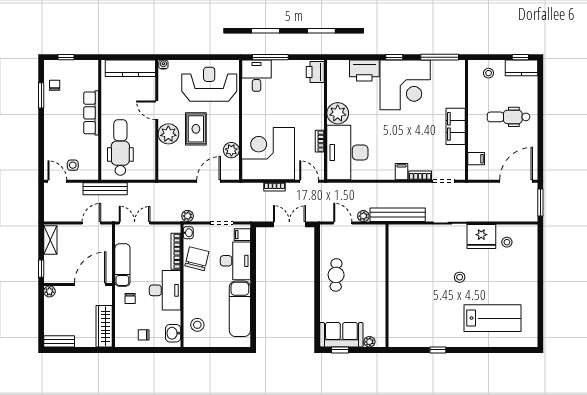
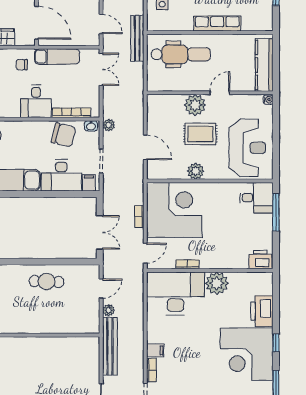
plant: (231, 150) -> (196, 171), moved
desk: (165, 290) -> (36, 101), width x0.73

